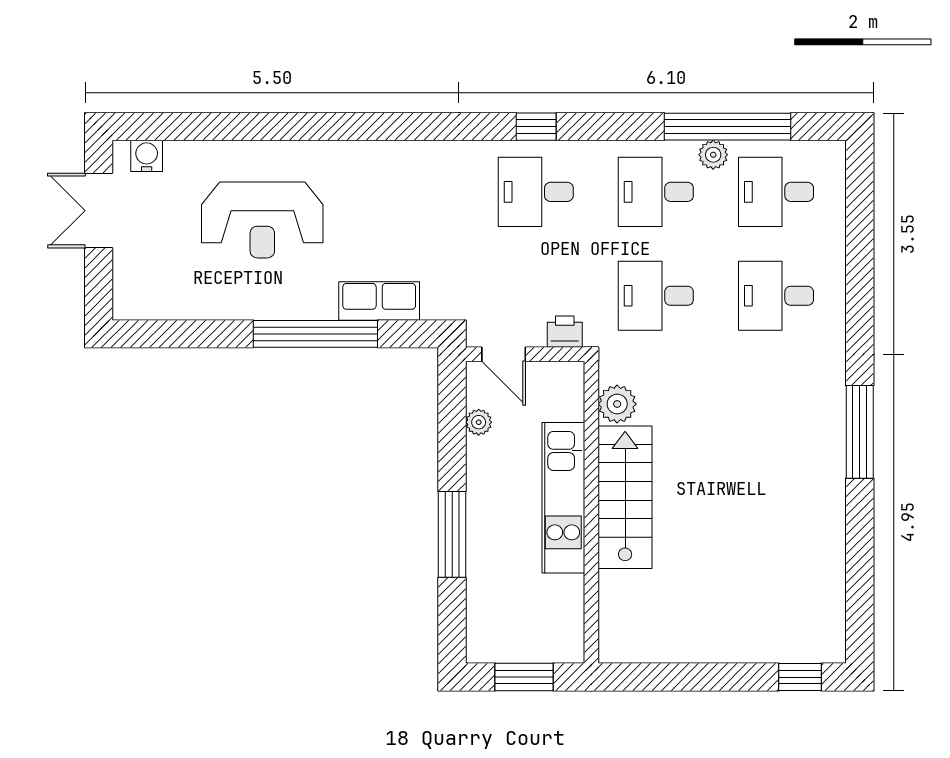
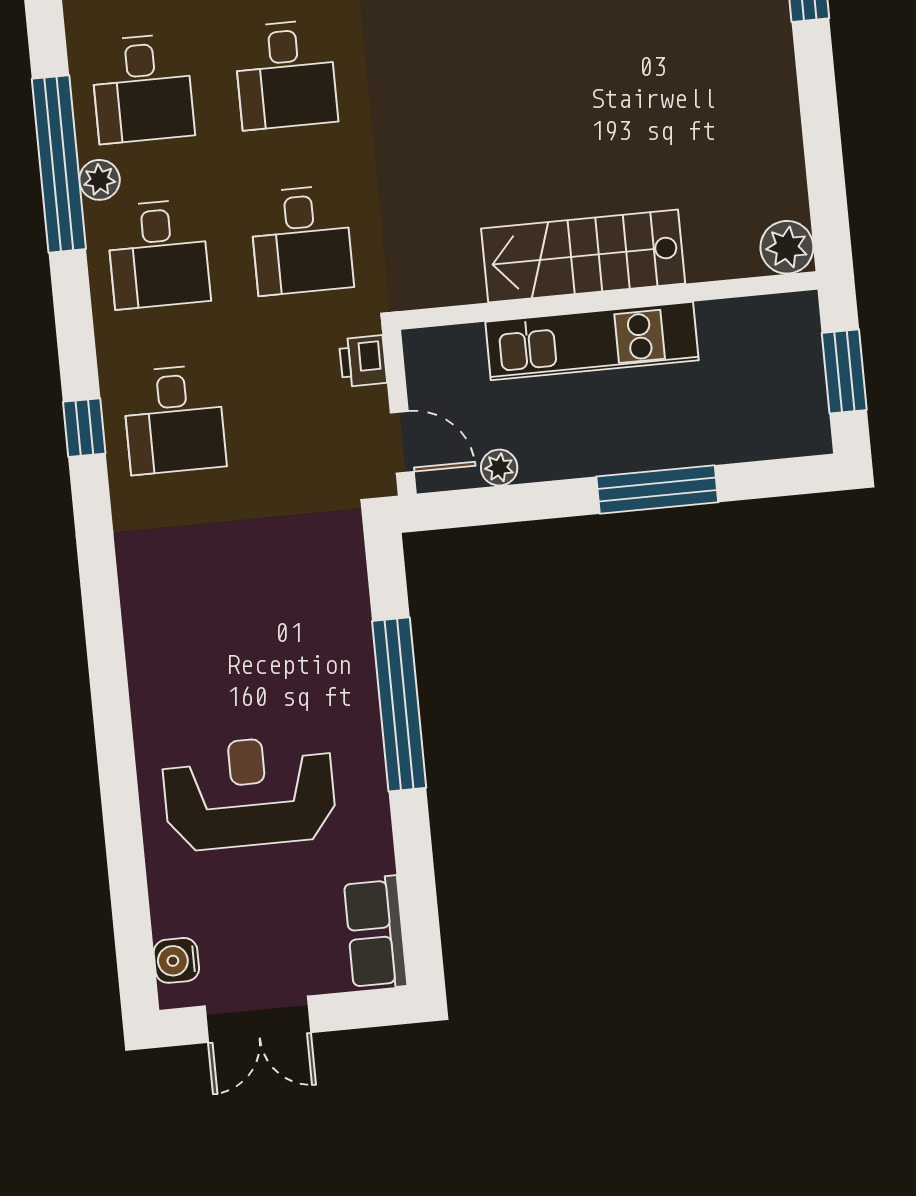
reception desk: (262, 220) -> (249, 793), turned -90
row of seats: (379, 301) -> (375, 933), moved
door: (504, 354) -> (402, 442), hinge flipped
plant: (617, 404) -> (787, 247), moved

